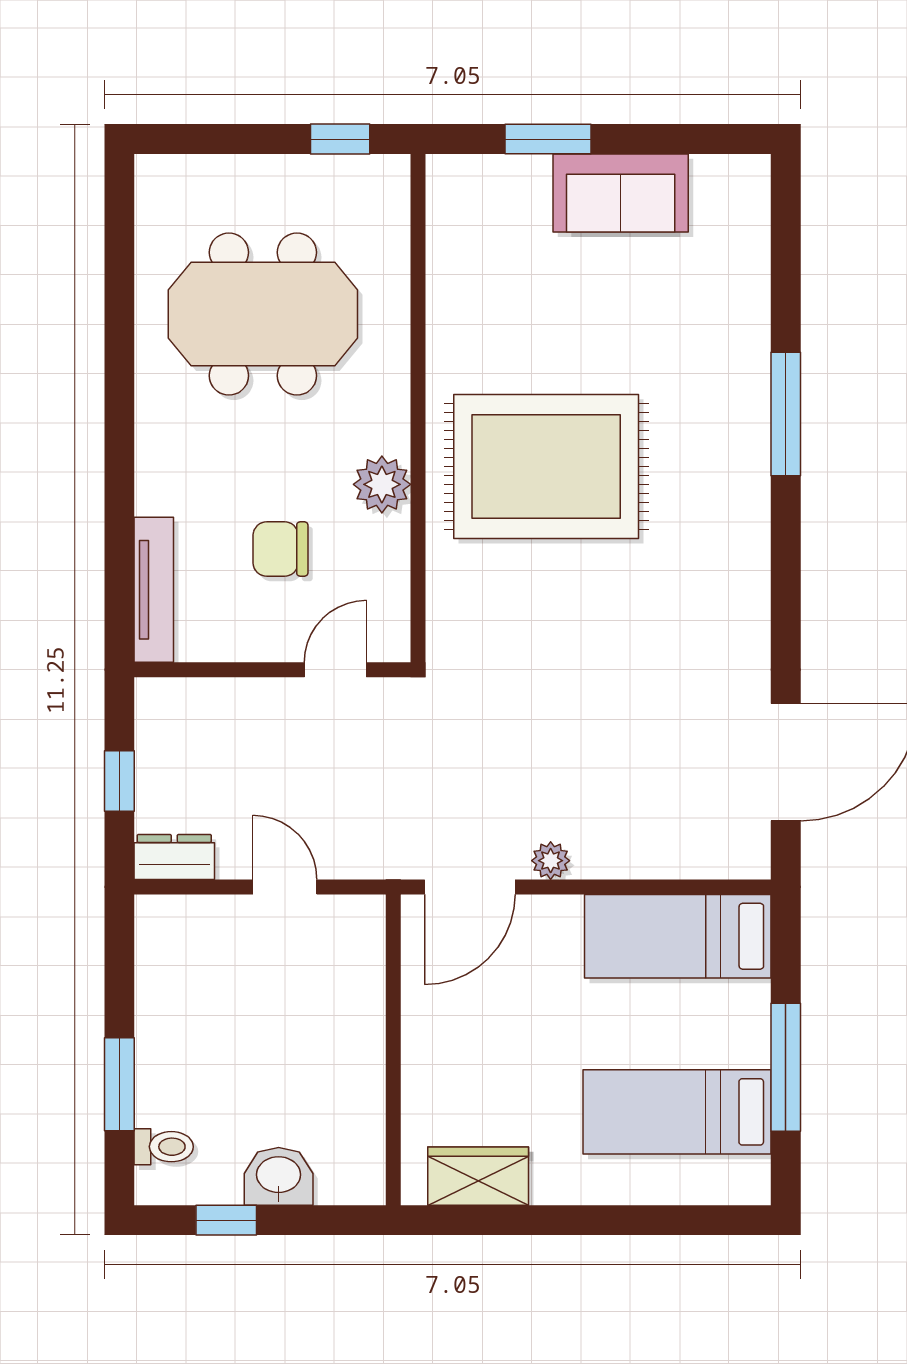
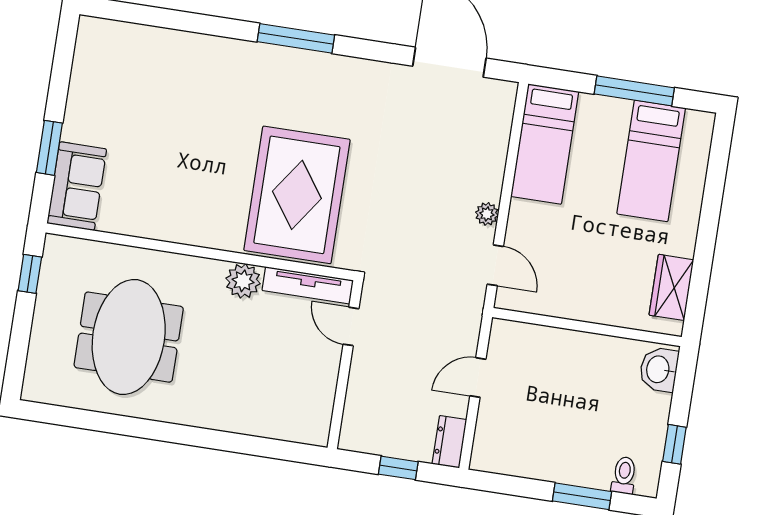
sofa: (621, 193) -> (77, 186), moved
window: (786, 414) -> (296, 38), moved
rug: (546, 466) -> (297, 195), moved
chair: (281, 549) -> (273, 348), removed
tv unit: (154, 590) -> (308, 285), moved, turned 180
door: (470, 887) -> (495, 265), width x0.73
washbasin: (279, 1176) -> (659, 369), moved

